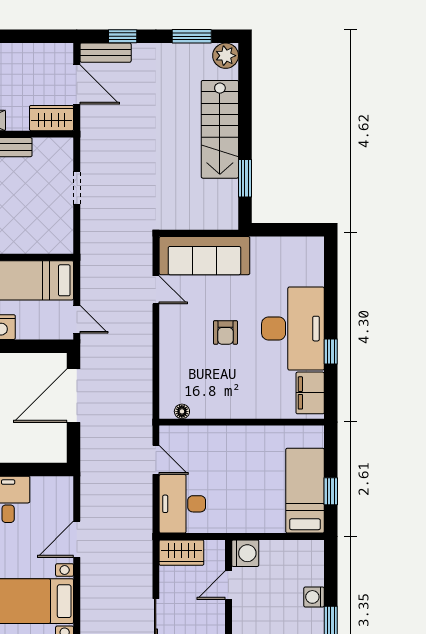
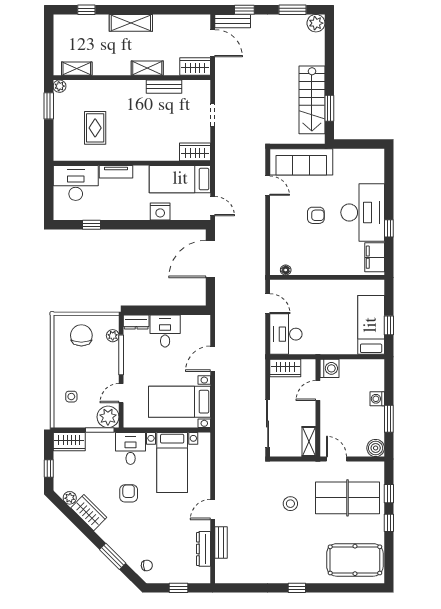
stairs: (220, 129) -> (312, 100), moved
wardrobe: (51, 241) -> (195, 152), added
armchair: (225, 333) -> (316, 215), turned -90

